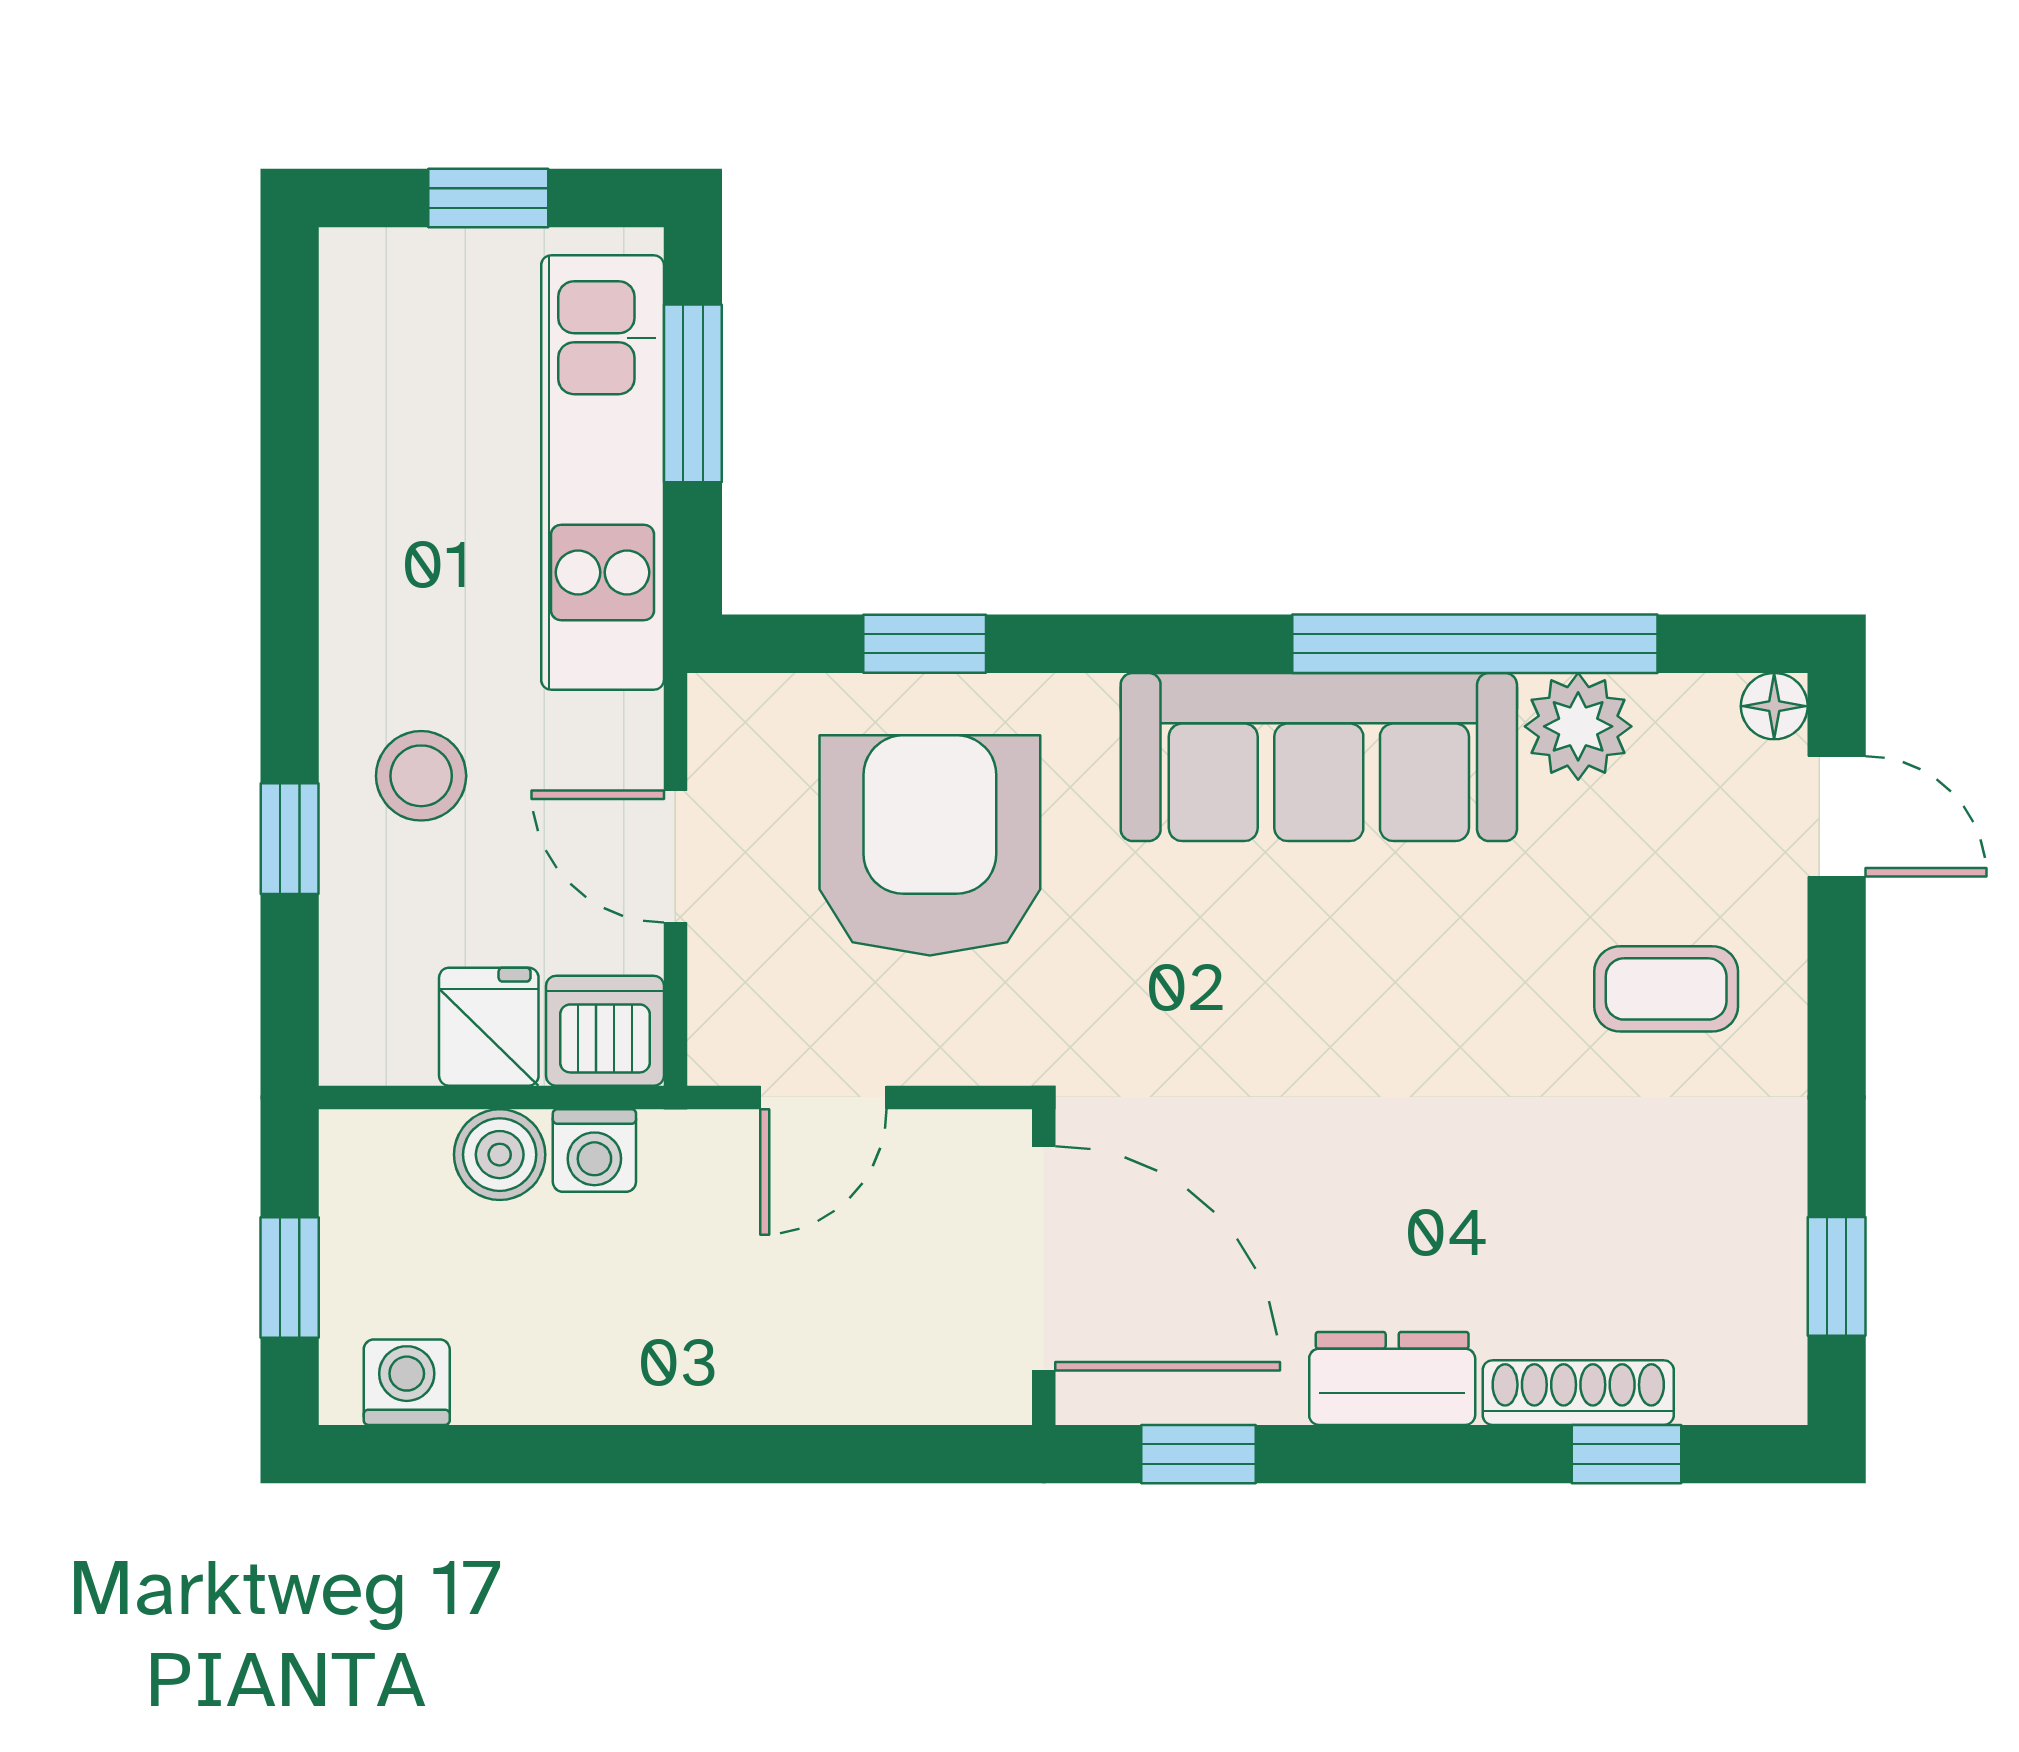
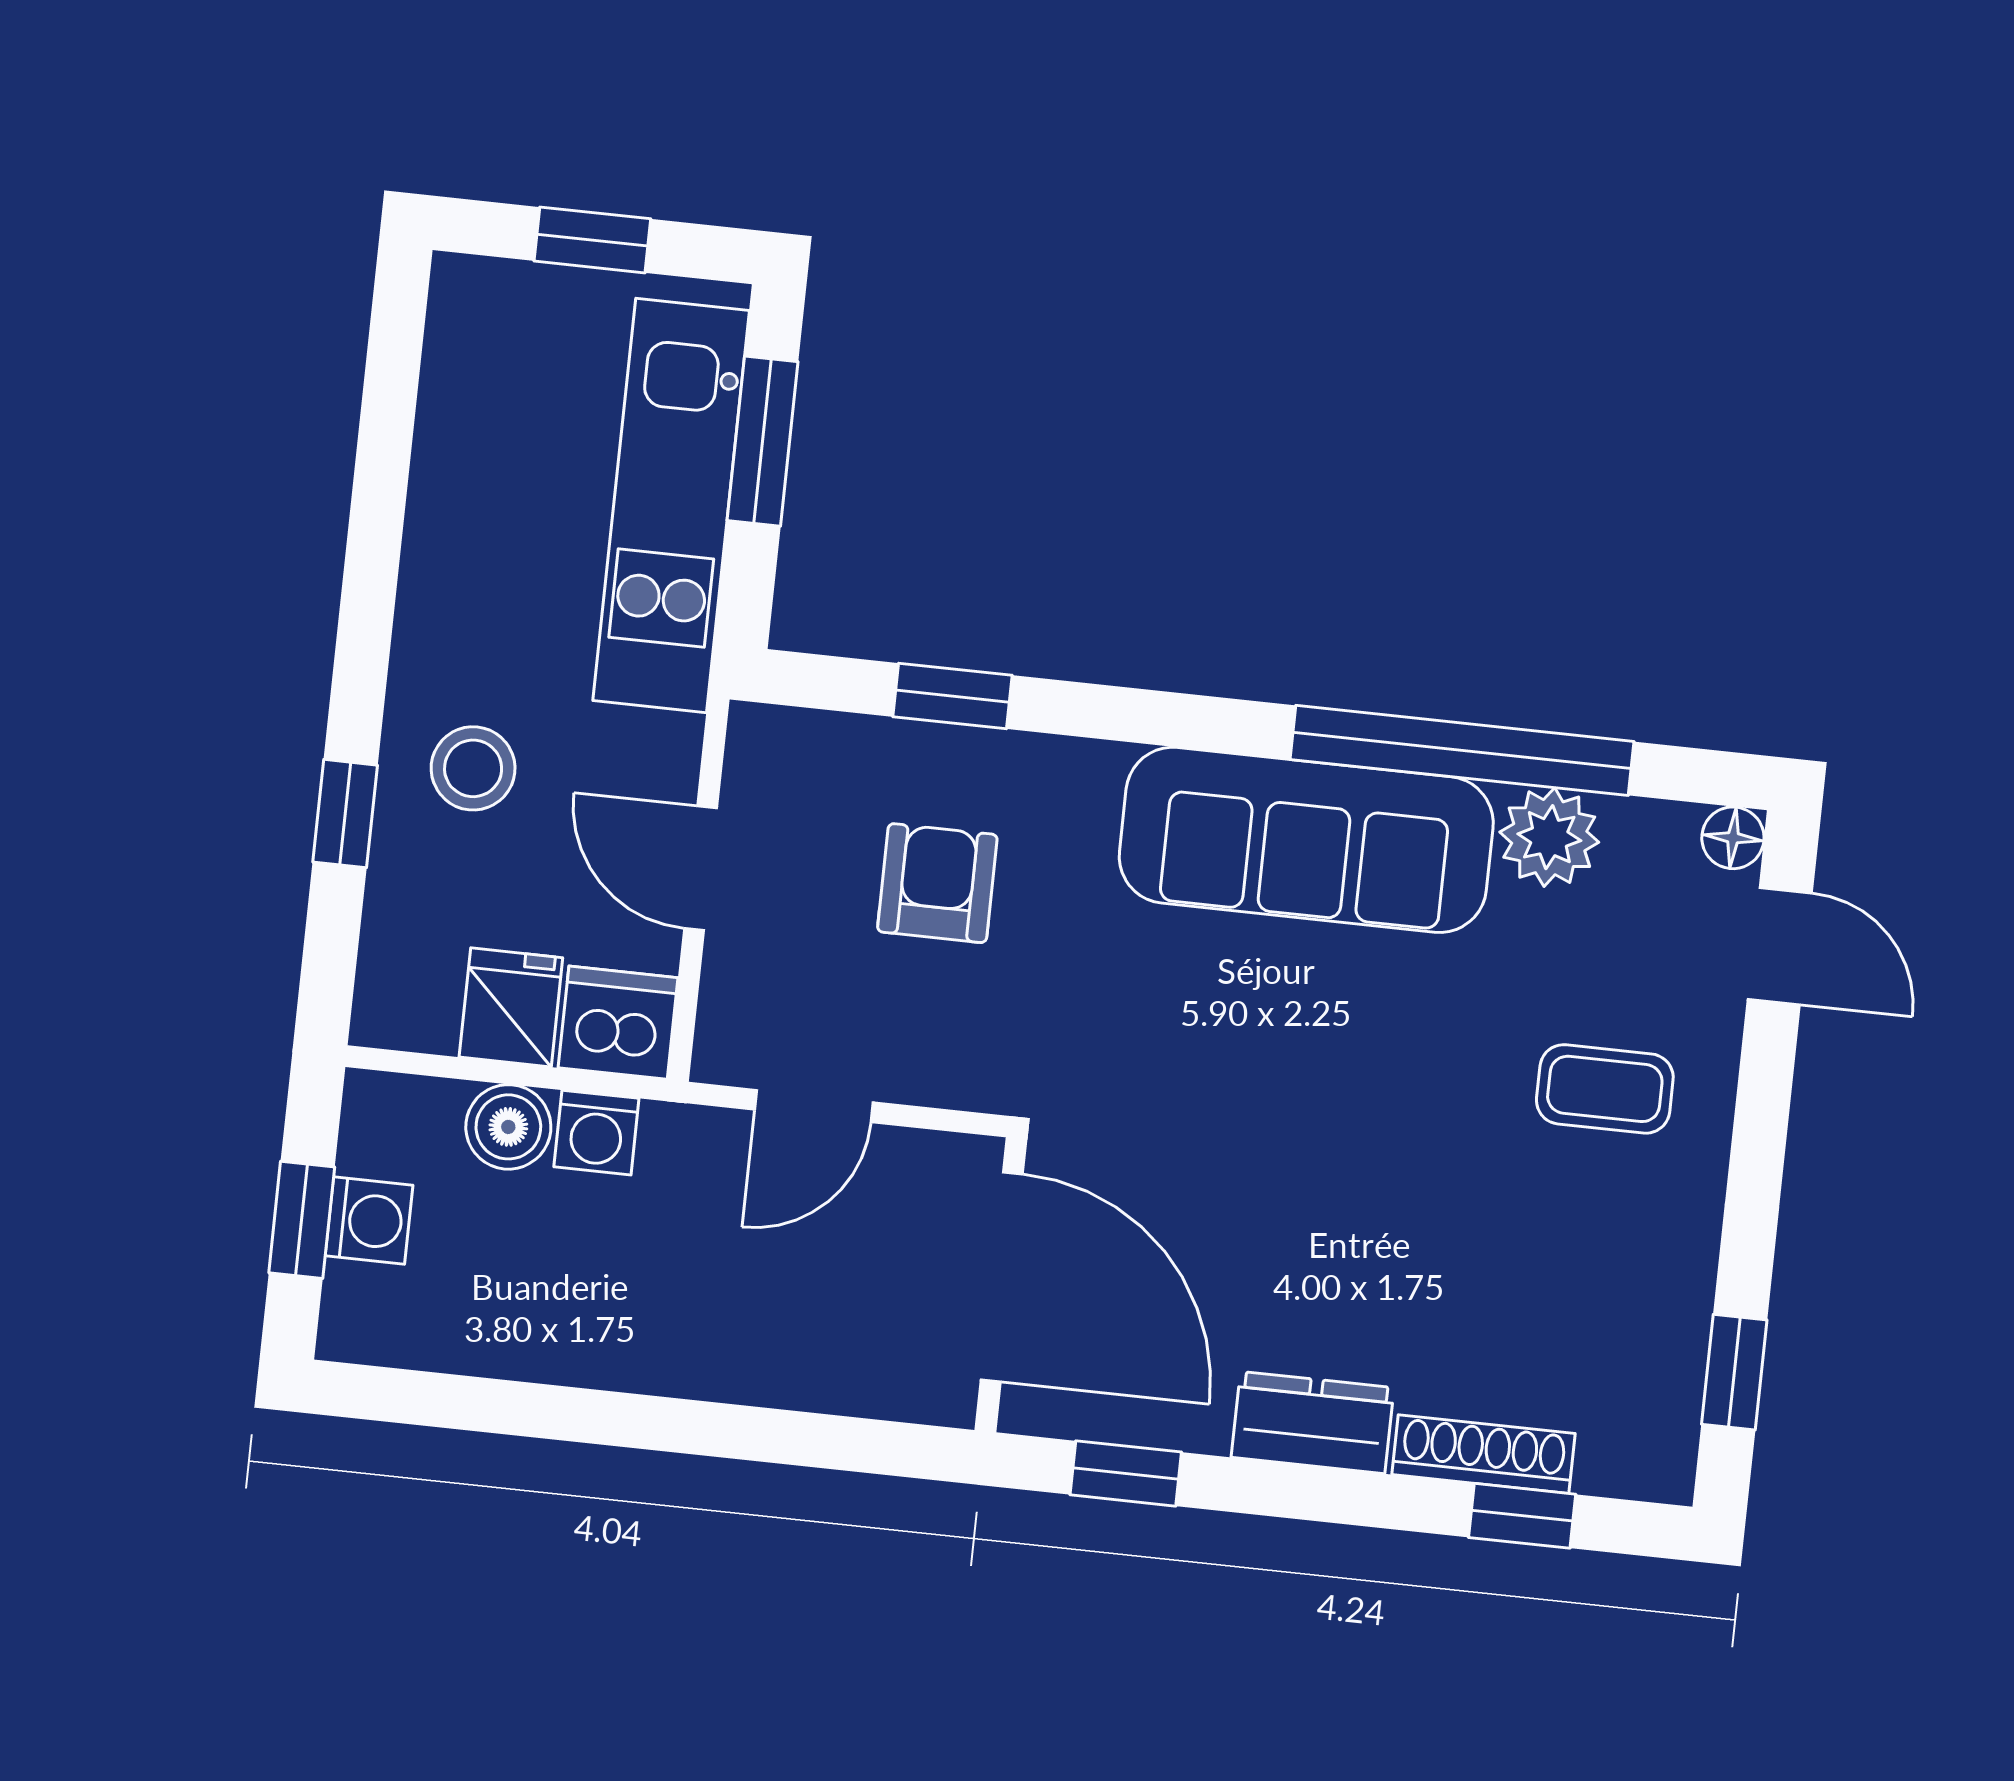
armchair: (930, 845) -> (937, 883), width x0.53, depth x0.53
washing machine: (407, 1382) -> (369, 1220), moved, turned 90

